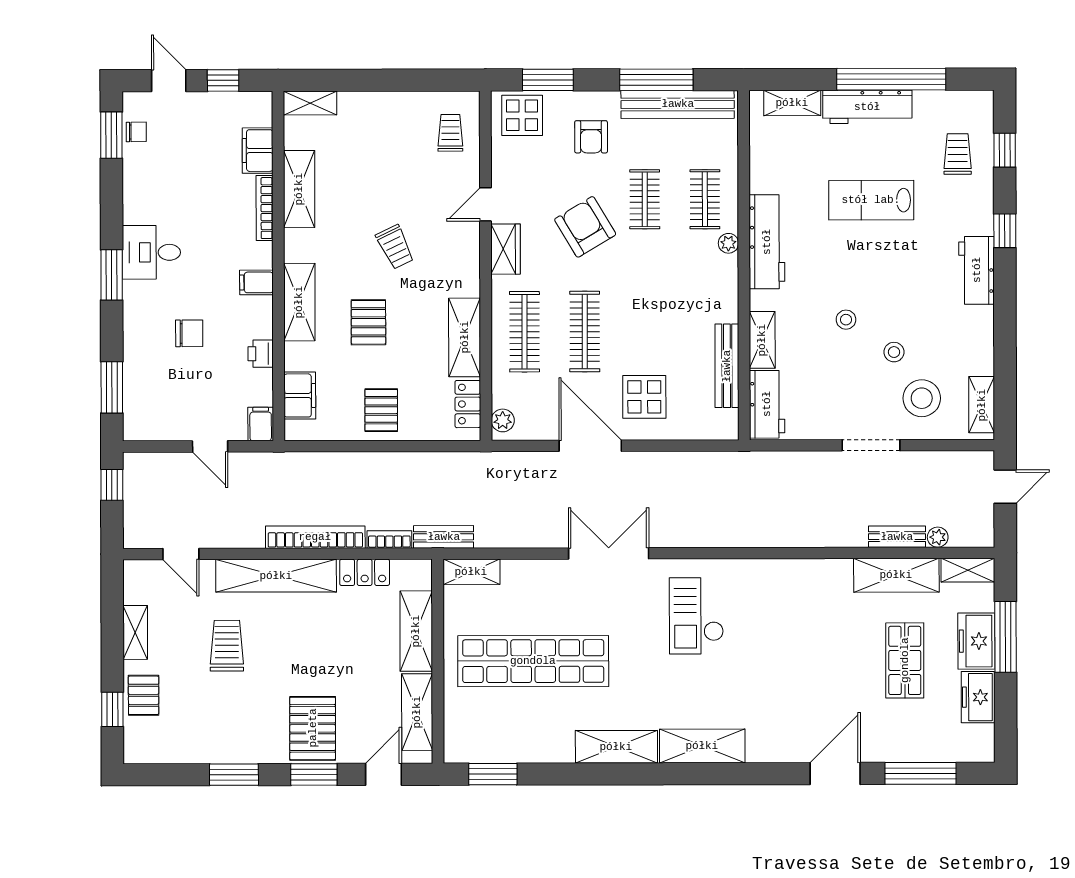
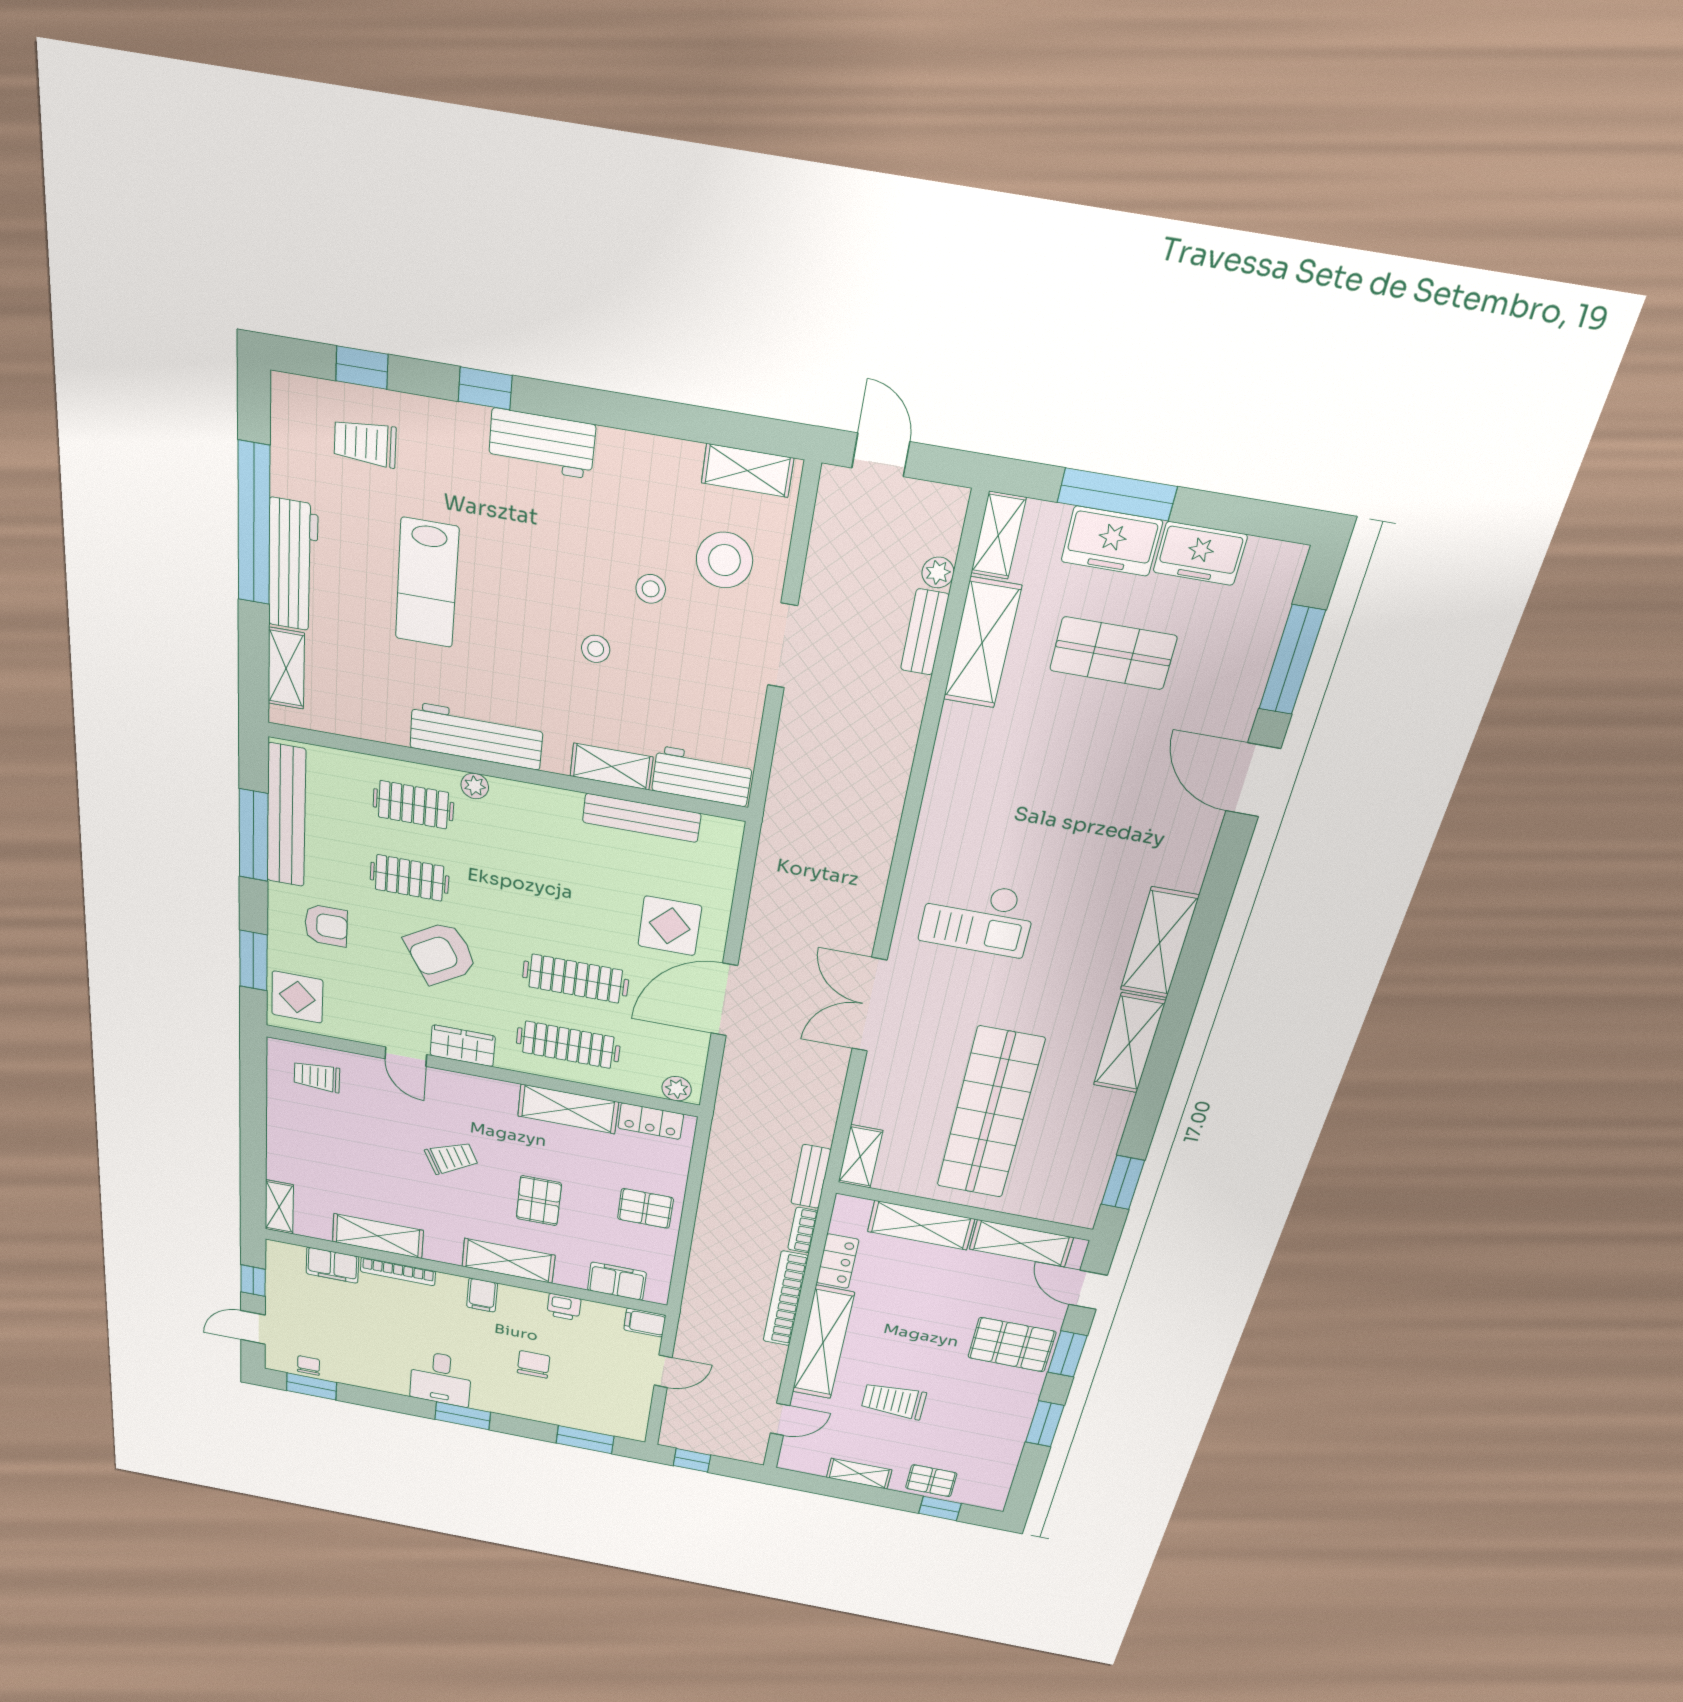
pallet: (368, 322) -> (539, 1201), turned 90

